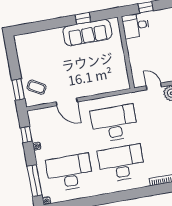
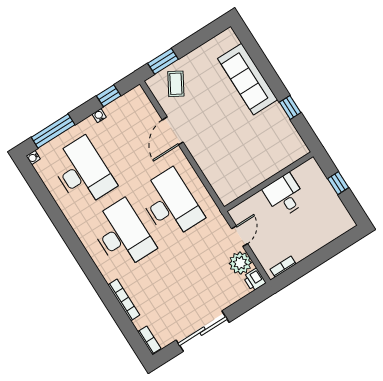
desk: (136, 26) -> (285, 195), moved
sofa: (87, 33) -> (248, 79), moved

